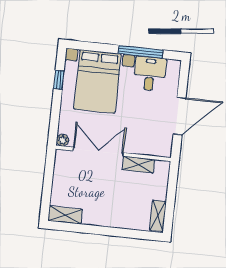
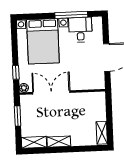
window: (59, 80) -> (16, 72), moved
shelving: (138, 165) -> (59, 142), moved
window: (48, 177) -> (18, 116), added

